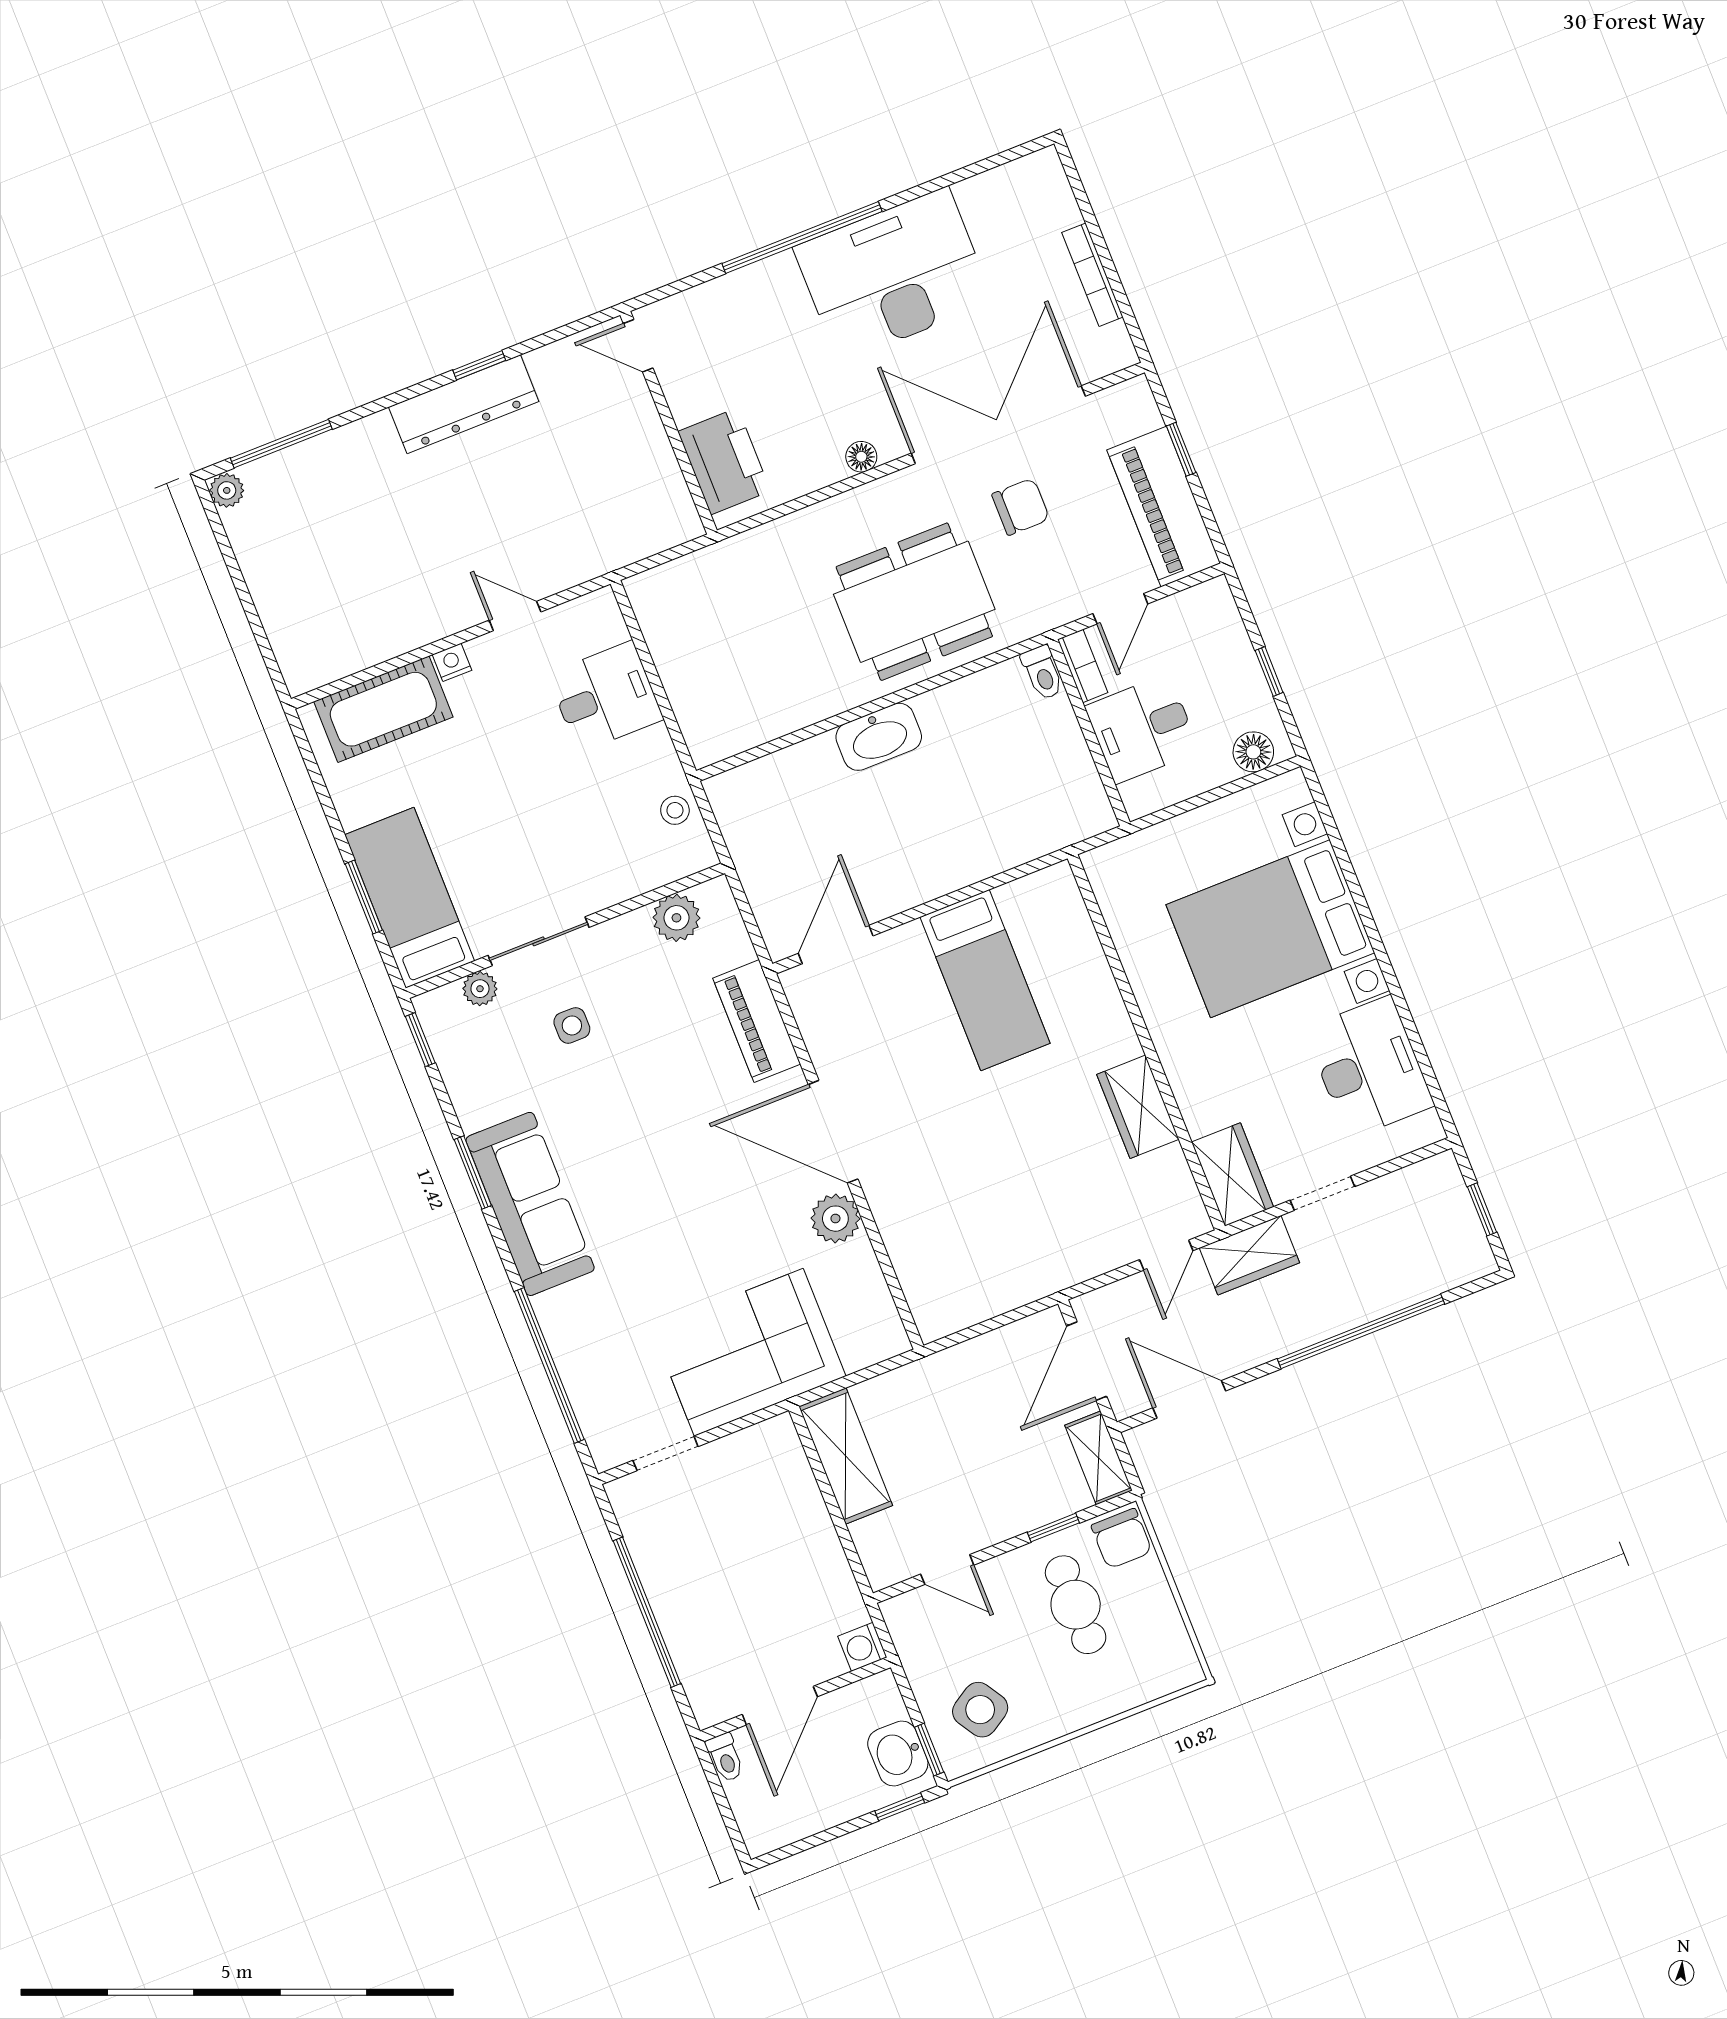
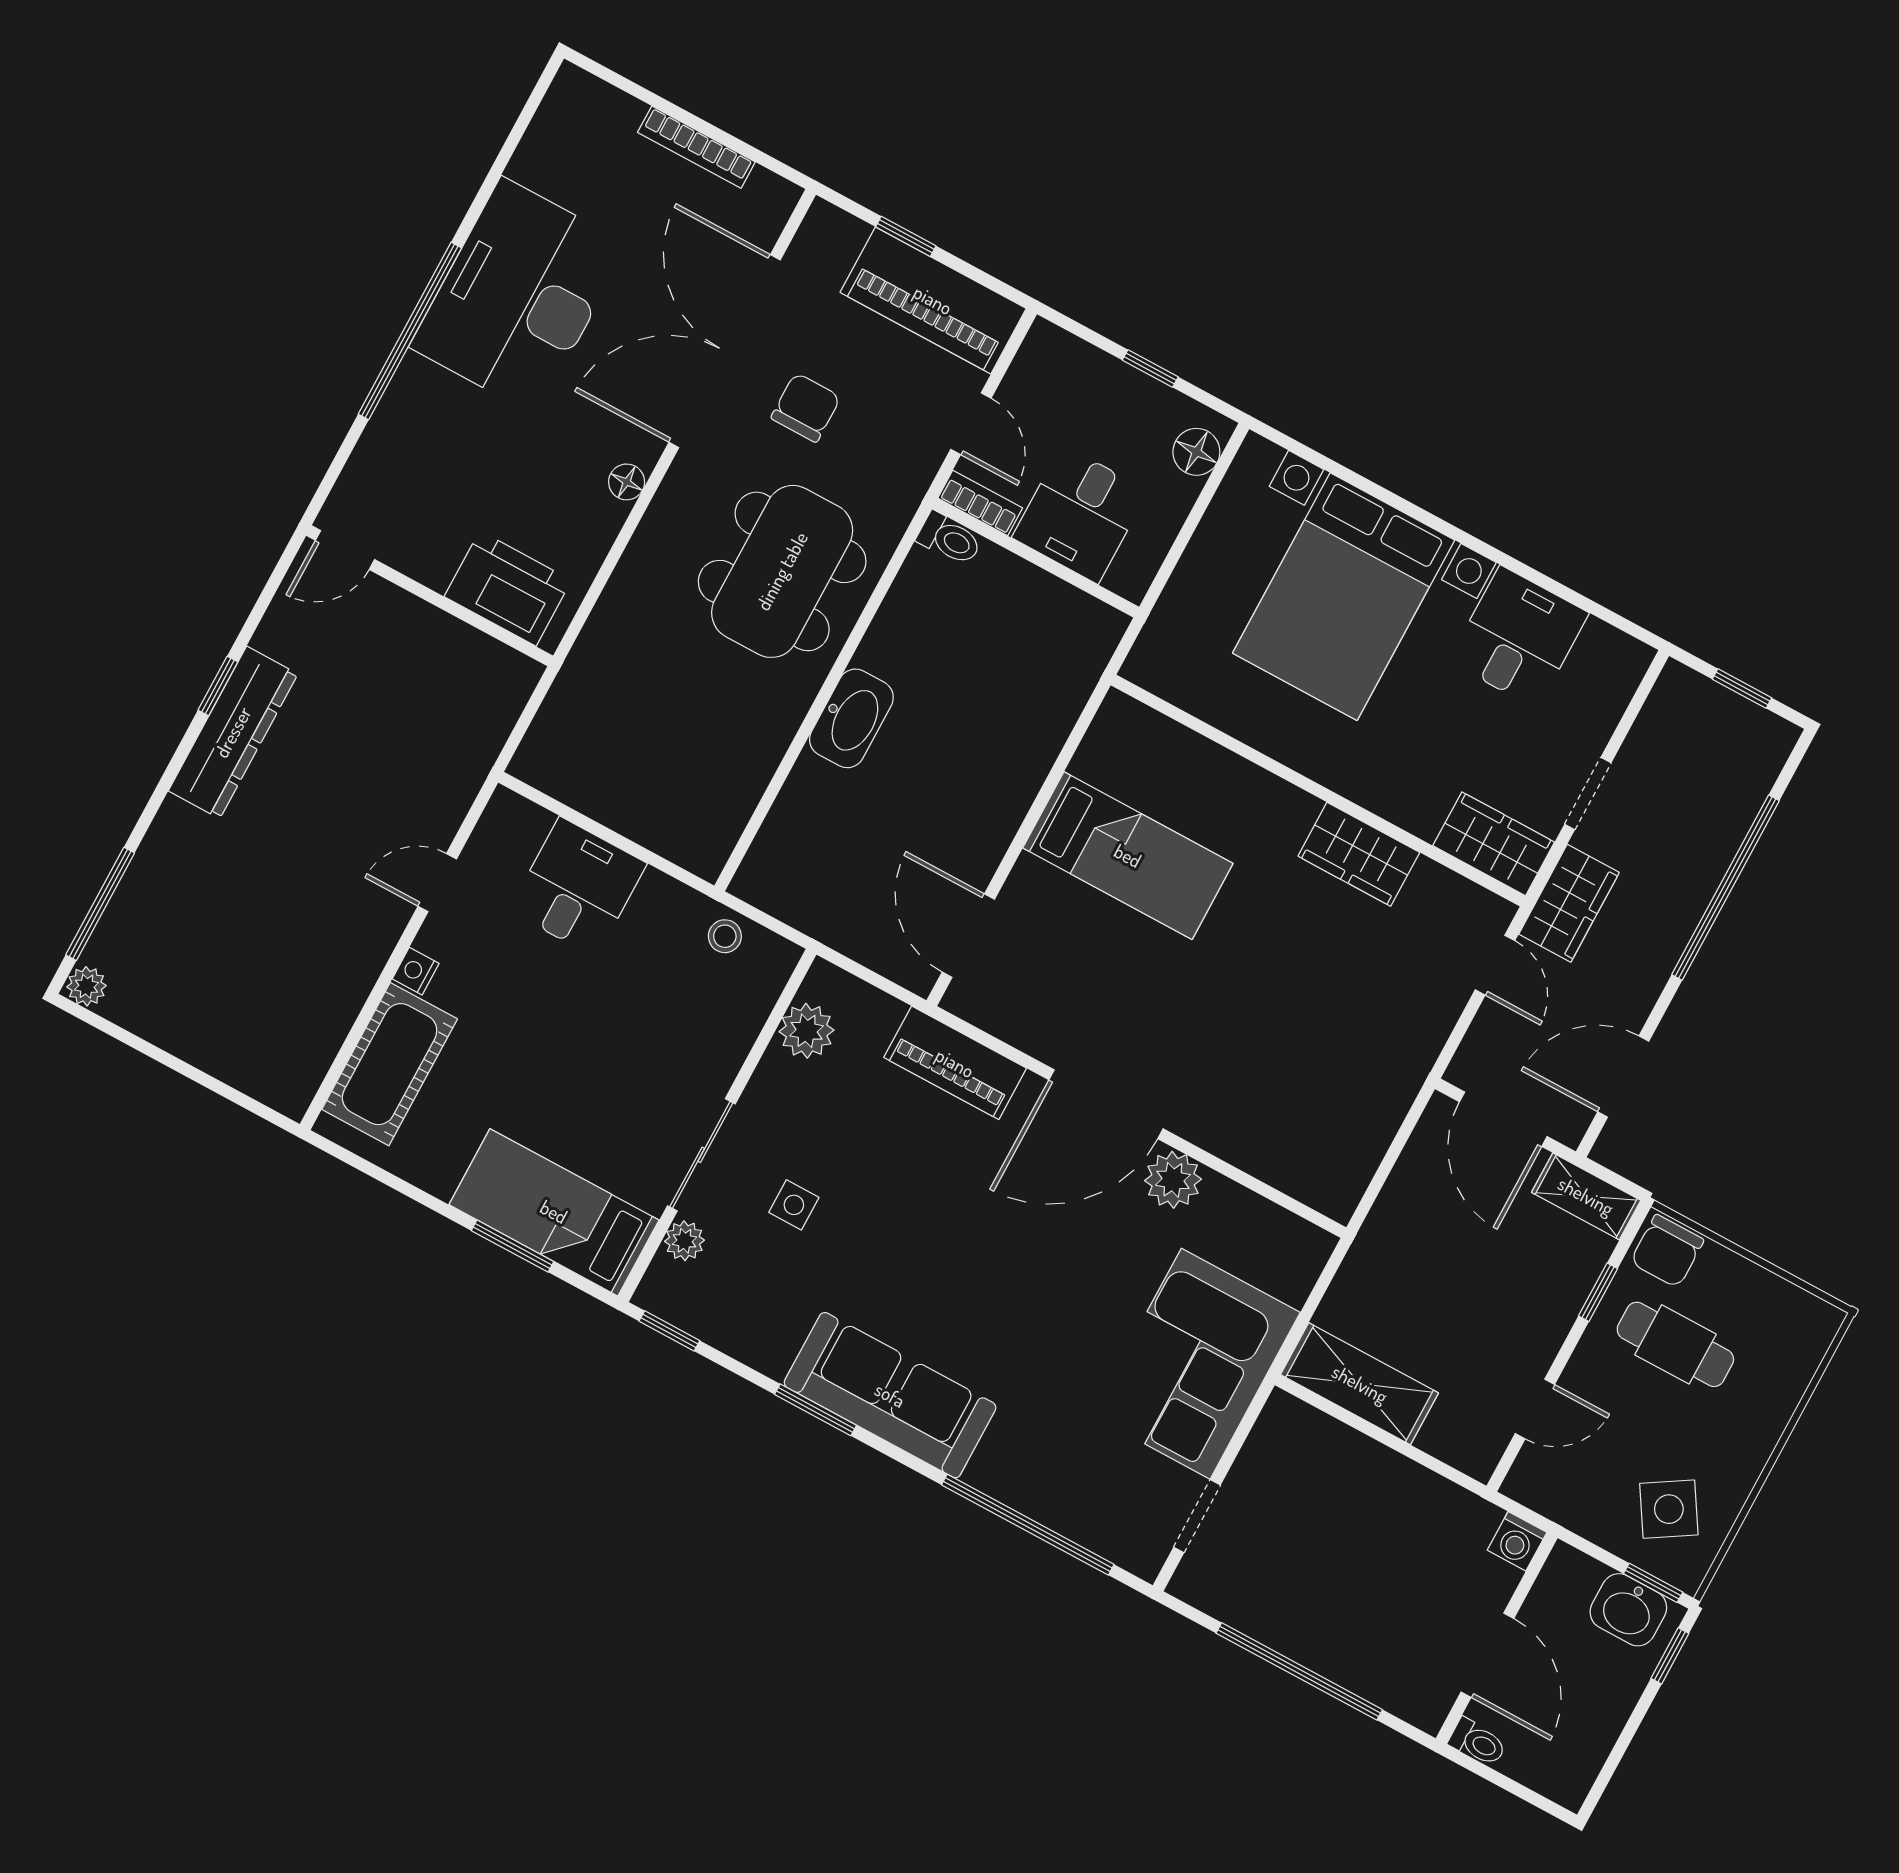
desk: (1369, 1067) -> (1519, 637), width x0.73
chair: (1122, 1539) -> (1667, 1251), turned 90

